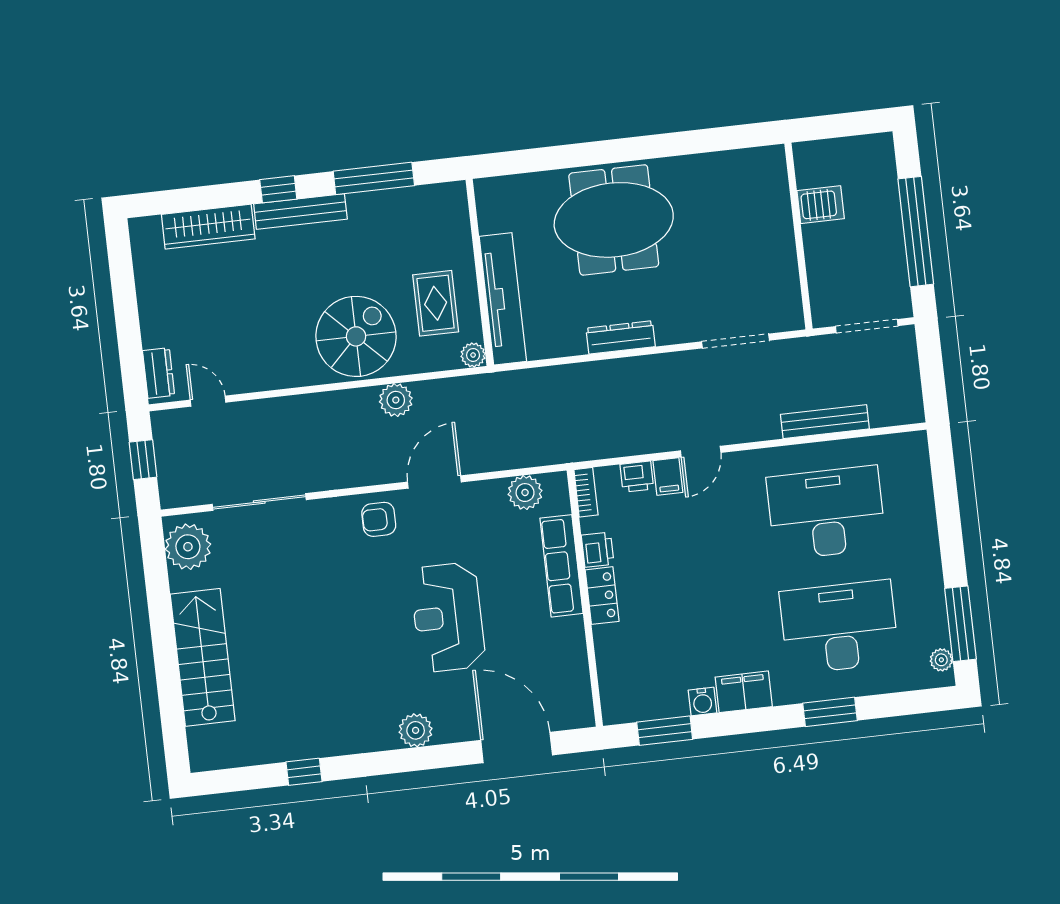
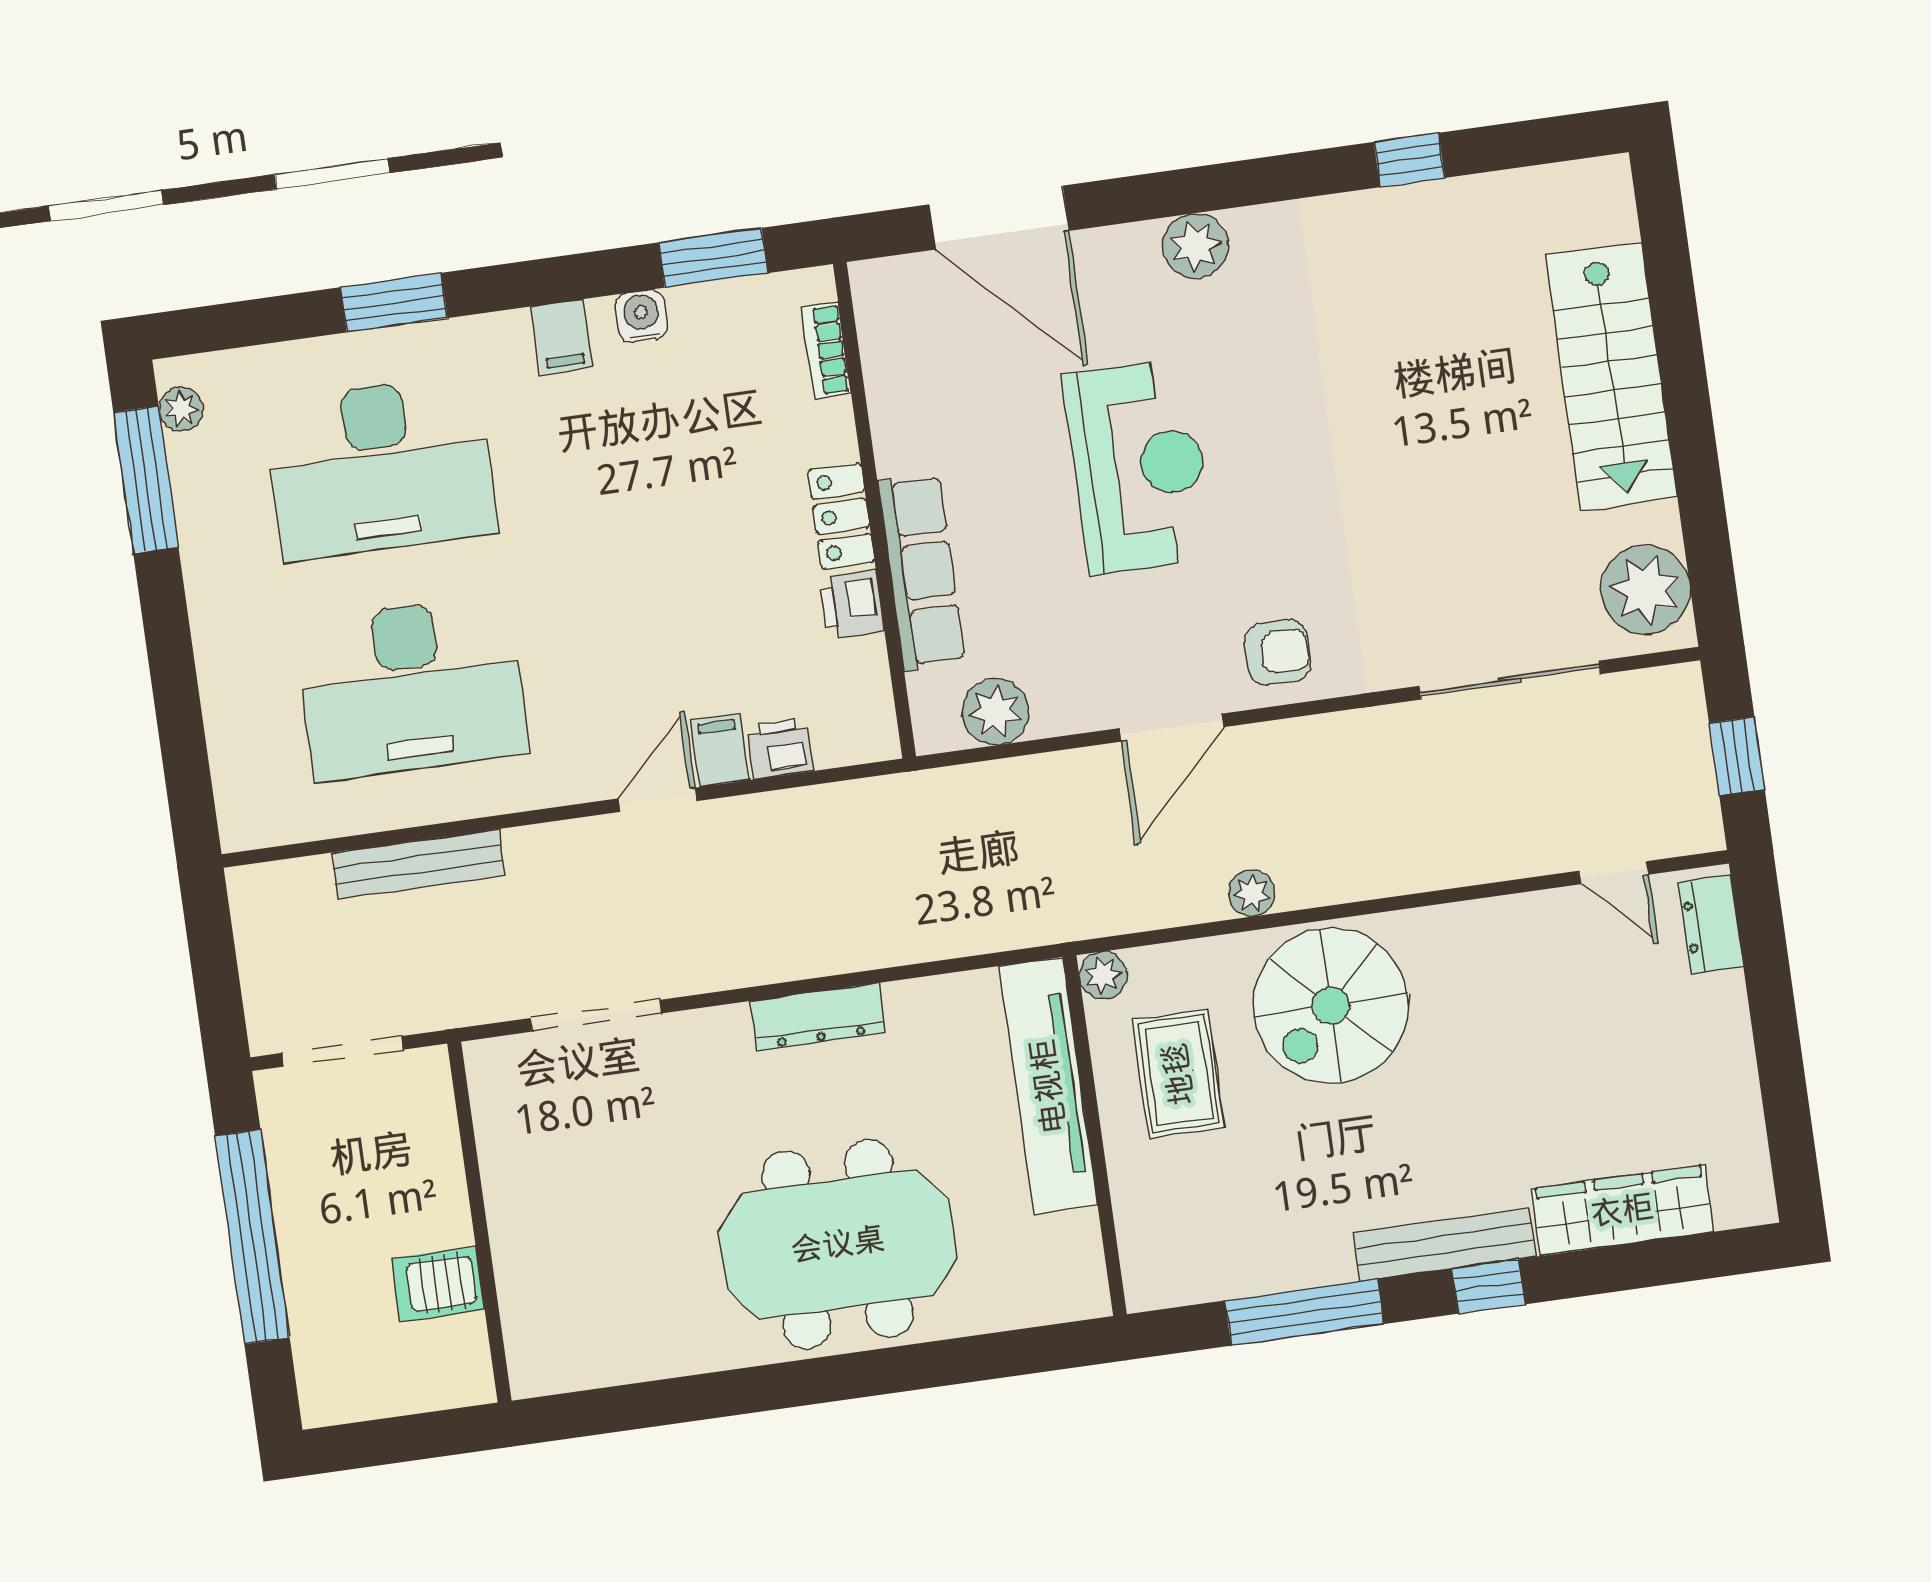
plant: (396, 400) -> (1252, 893), width x0.73, depth x0.73
bookcase: (586, 492) -> (826, 350), moved
filing cabinet: (744, 692) -> (562, 337), width x0.50

